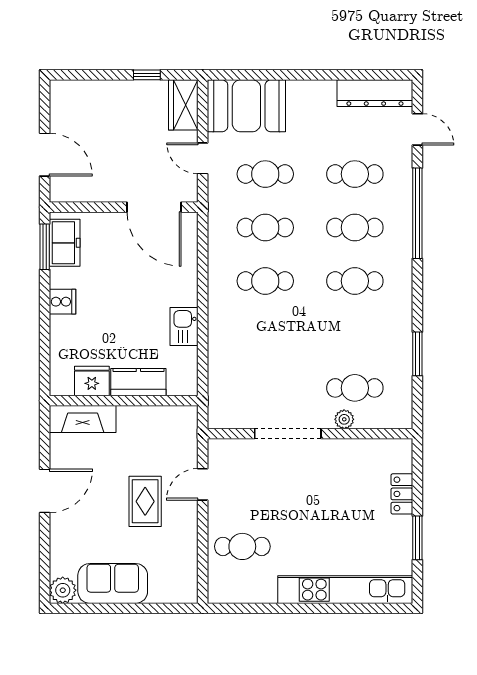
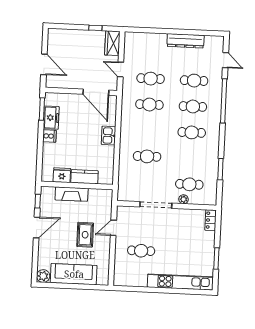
dresser: (375, 93) -> (185, 41), moved
booth: (246, 106) -> (143, 45), removed
freezer: (65, 243) -> (51, 118), moved
cafe table: (265, 281) -> (147, 156), moved
kitchen sink: (184, 327) -> (109, 136), moved
fireplace: (83, 419) -> (72, 194), moved
window: (45, 437) -> (38, 201), added
locker: (402, 494) -> (211, 220), moved
cafe table: (242, 546) -> (141, 251), moved
sofa: (113, 583) -> (74, 274), width x1.36

